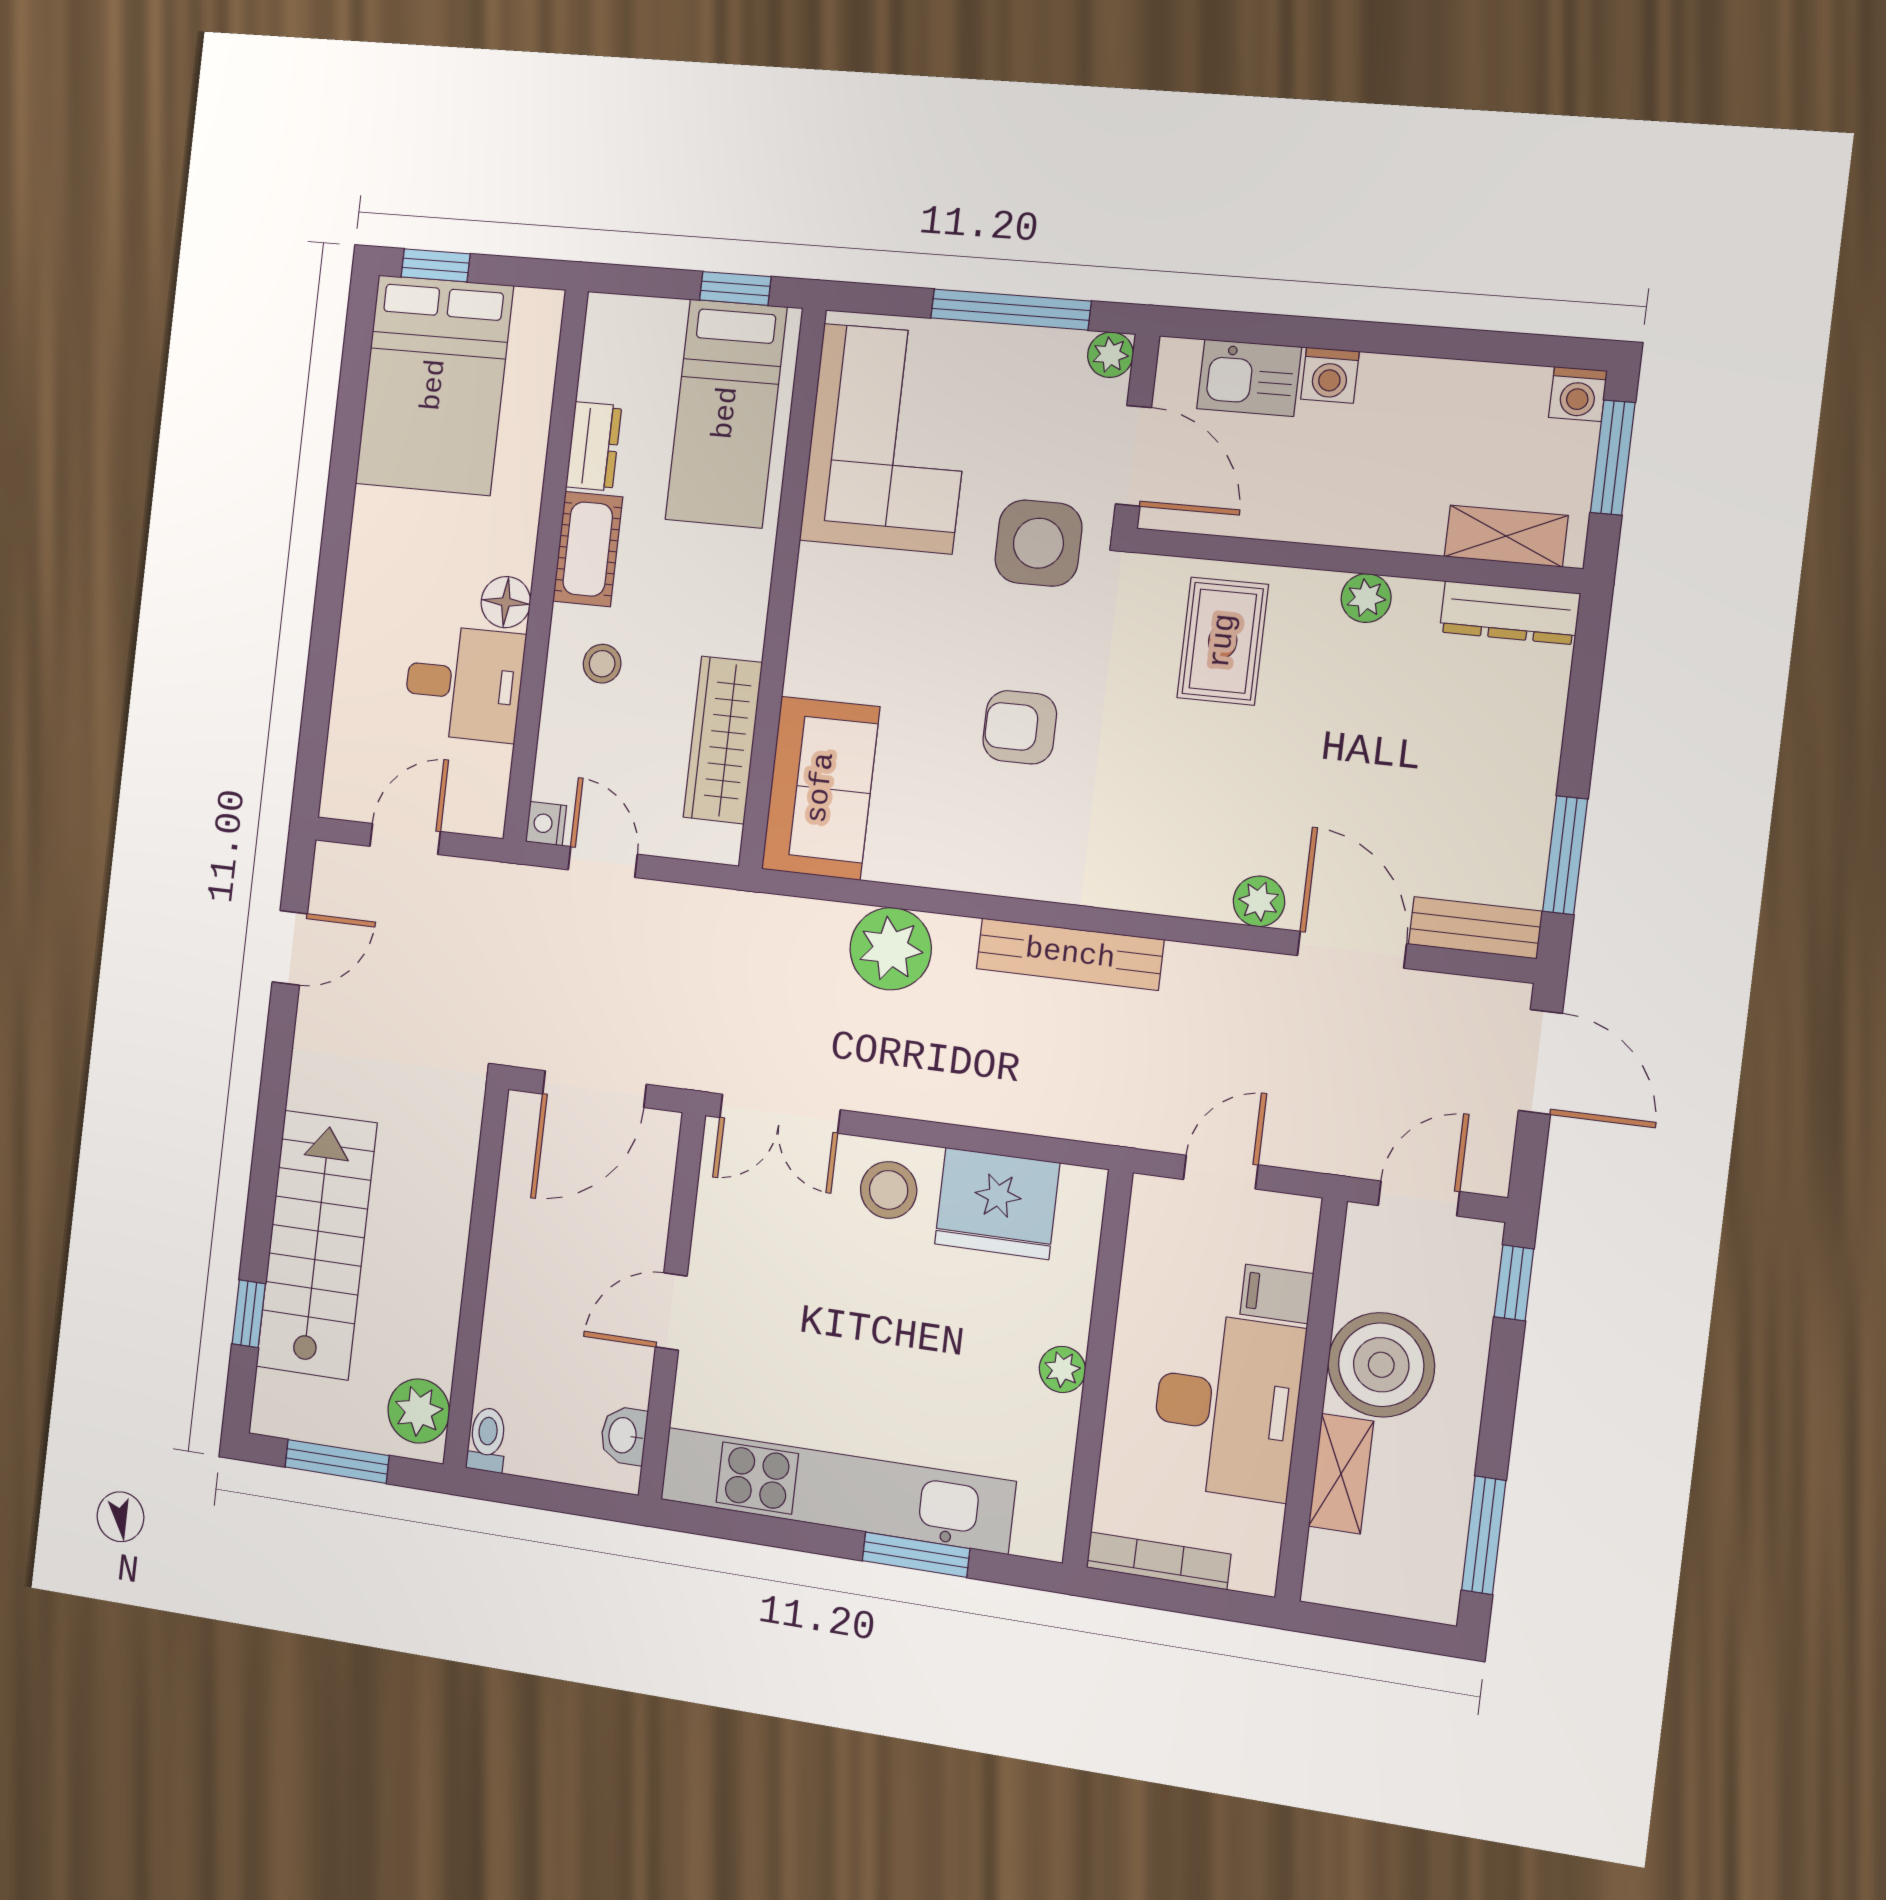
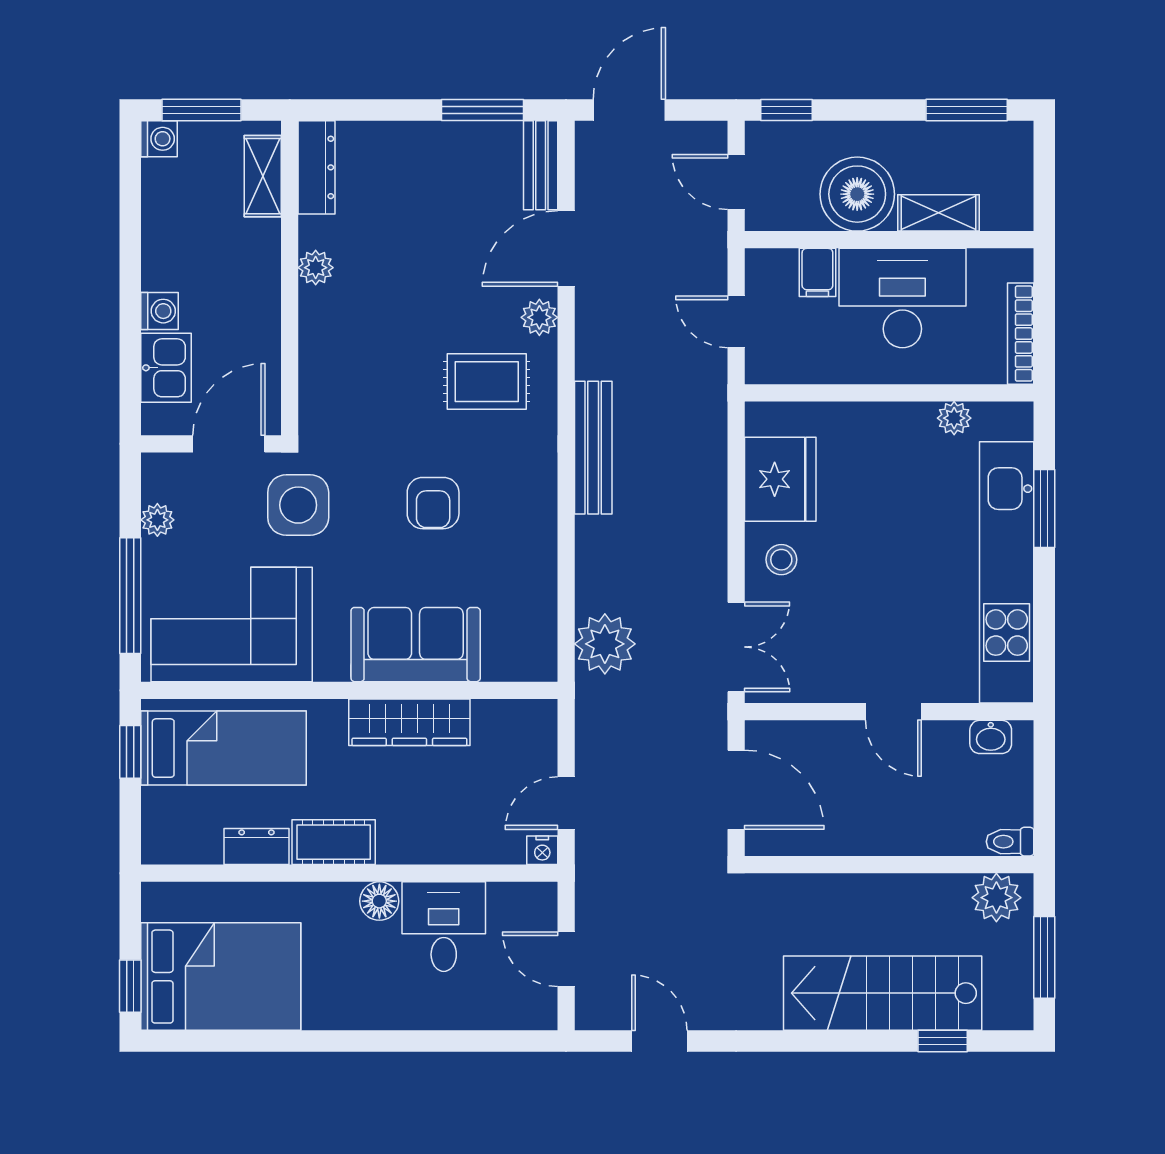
window: (1011, 310) -> (130, 596), moved
plant: (1110, 355) -> (157, 520), moved
rug: (1223, 641) -> (487, 382), moved
stool: (602, 664) -> (418, 821), removed
wardrobe: (723, 740) -> (409, 722), moved
sofa: (821, 788) -> (416, 645), moved
plant: (891, 949) -> (605, 644), moved
stool: (889, 1190) -> (781, 560), width x0.73, depth x0.73
plant: (1062, 1369) -> (954, 418), moved

